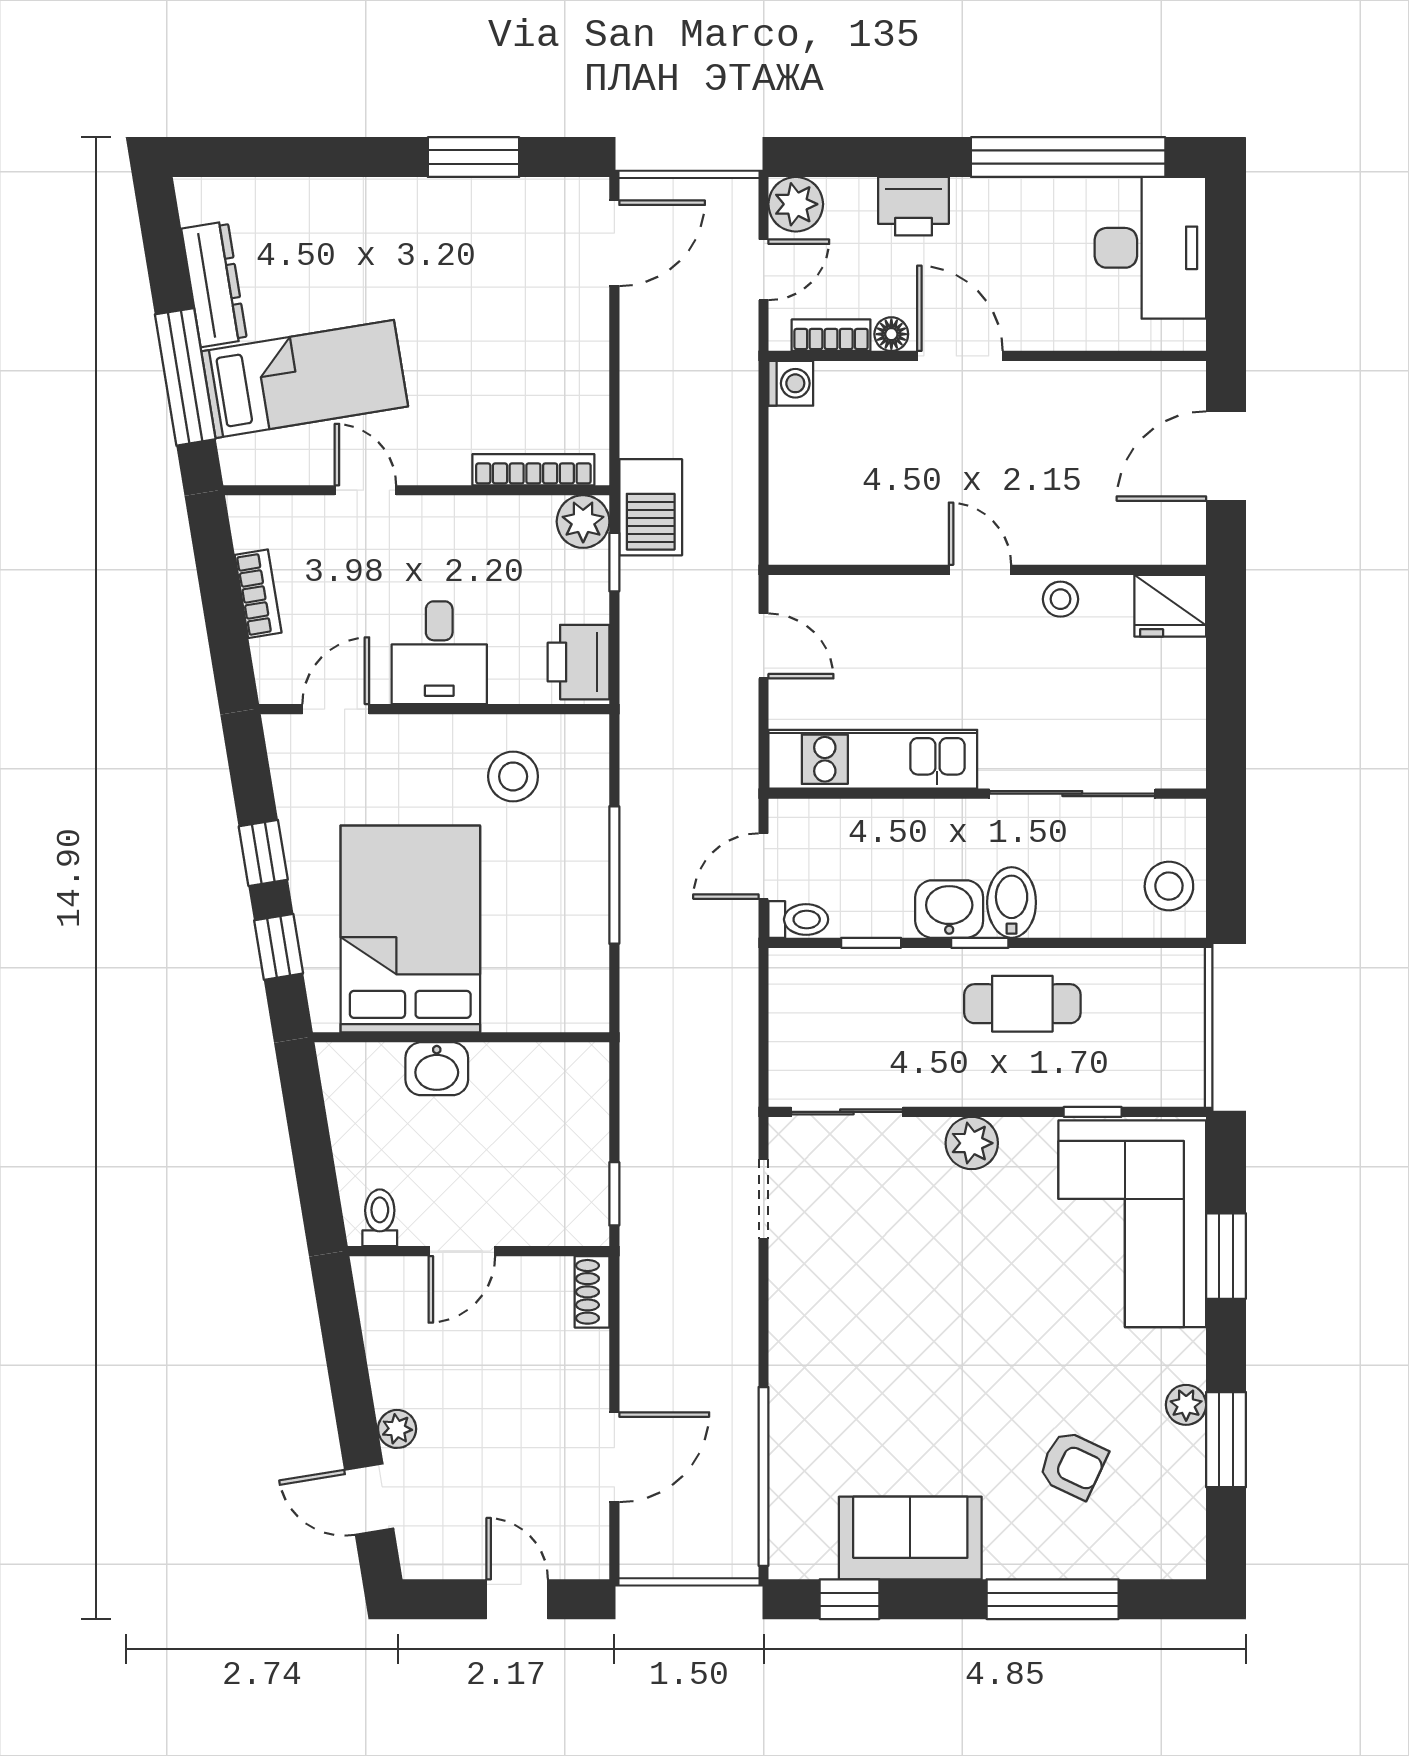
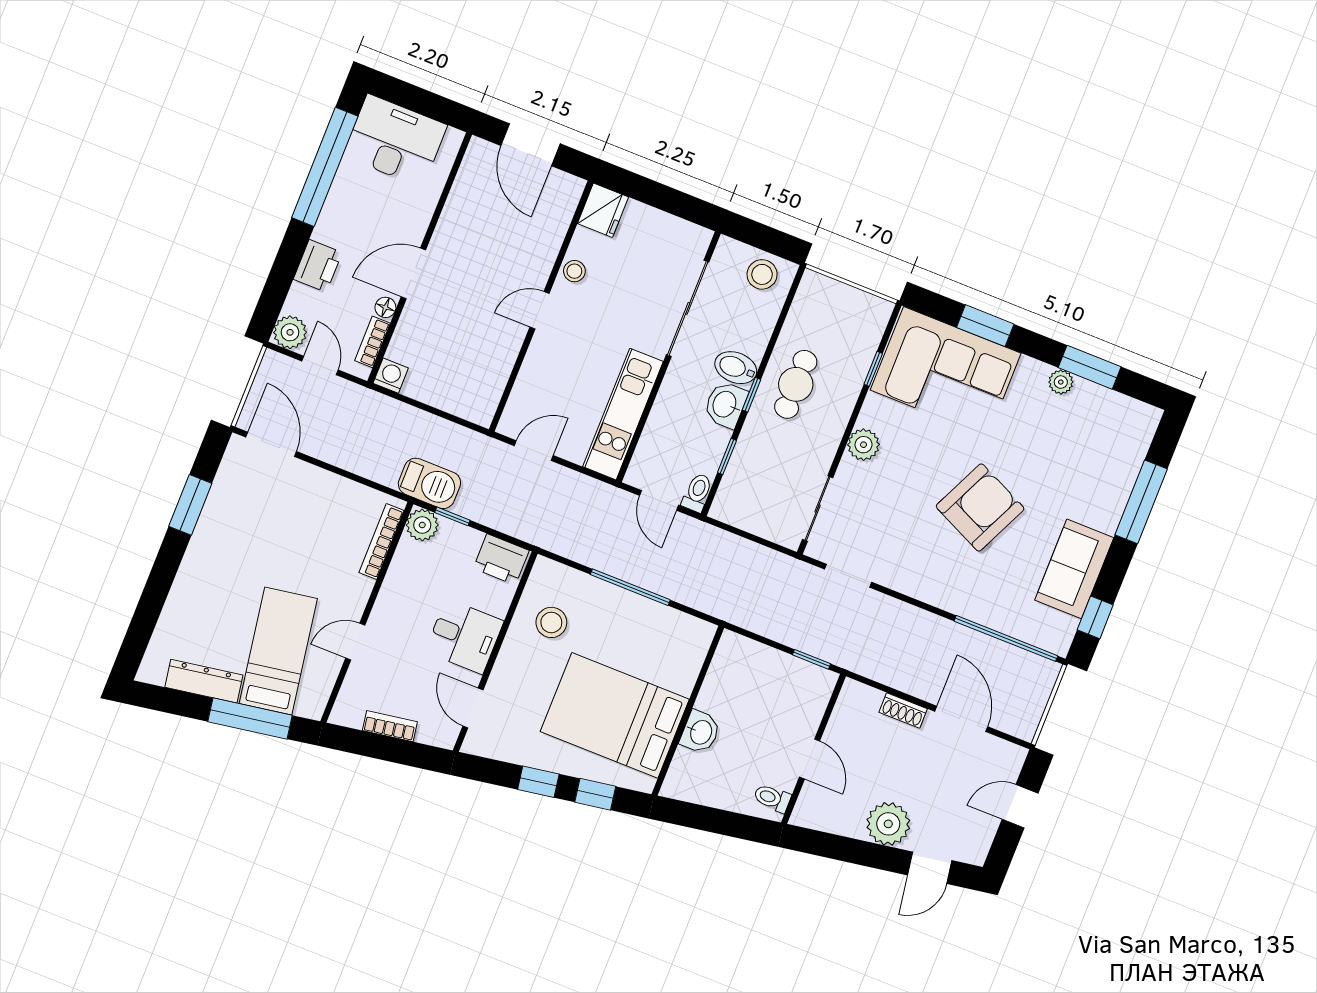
shoe rack: (592, 1292) -> (903, 710), moved
plant: (397, 1429) -> (888, 824), width x1.88, depth x1.88
armchair: (1073, 1465) -> (980, 507), moved, width x1.88, depth x1.88

